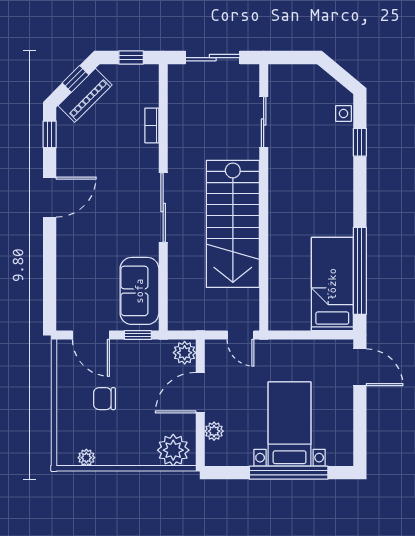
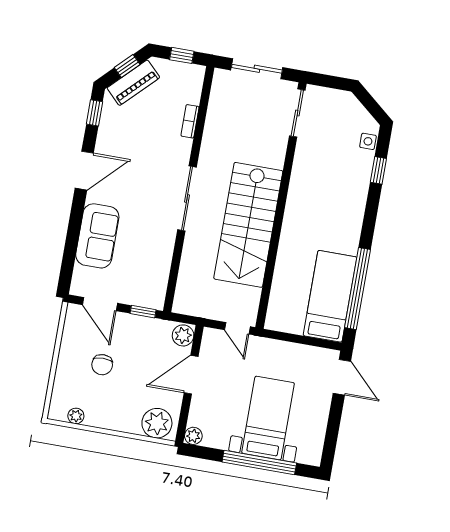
sliding door: (264, 122) -> (297, 113), moved
sofa: (139, 291) -> (97, 236), moved, turned 180
chair: (105, 399) -> (102, 365), turned -90
plant: (214, 431) -> (193, 436), moved

